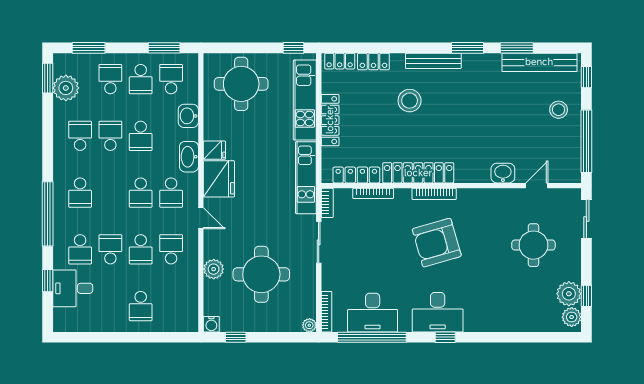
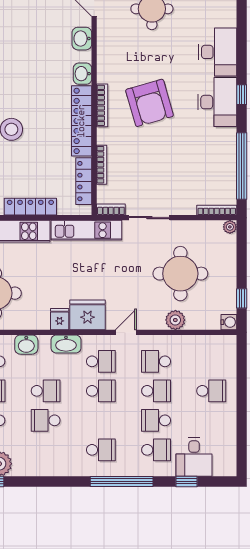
school desk: (80, 136) -> (46, 450), removed
washbasin: (467, 174) -> (83, 74), added
desk: (373, 313) -> (218, 52), moved

